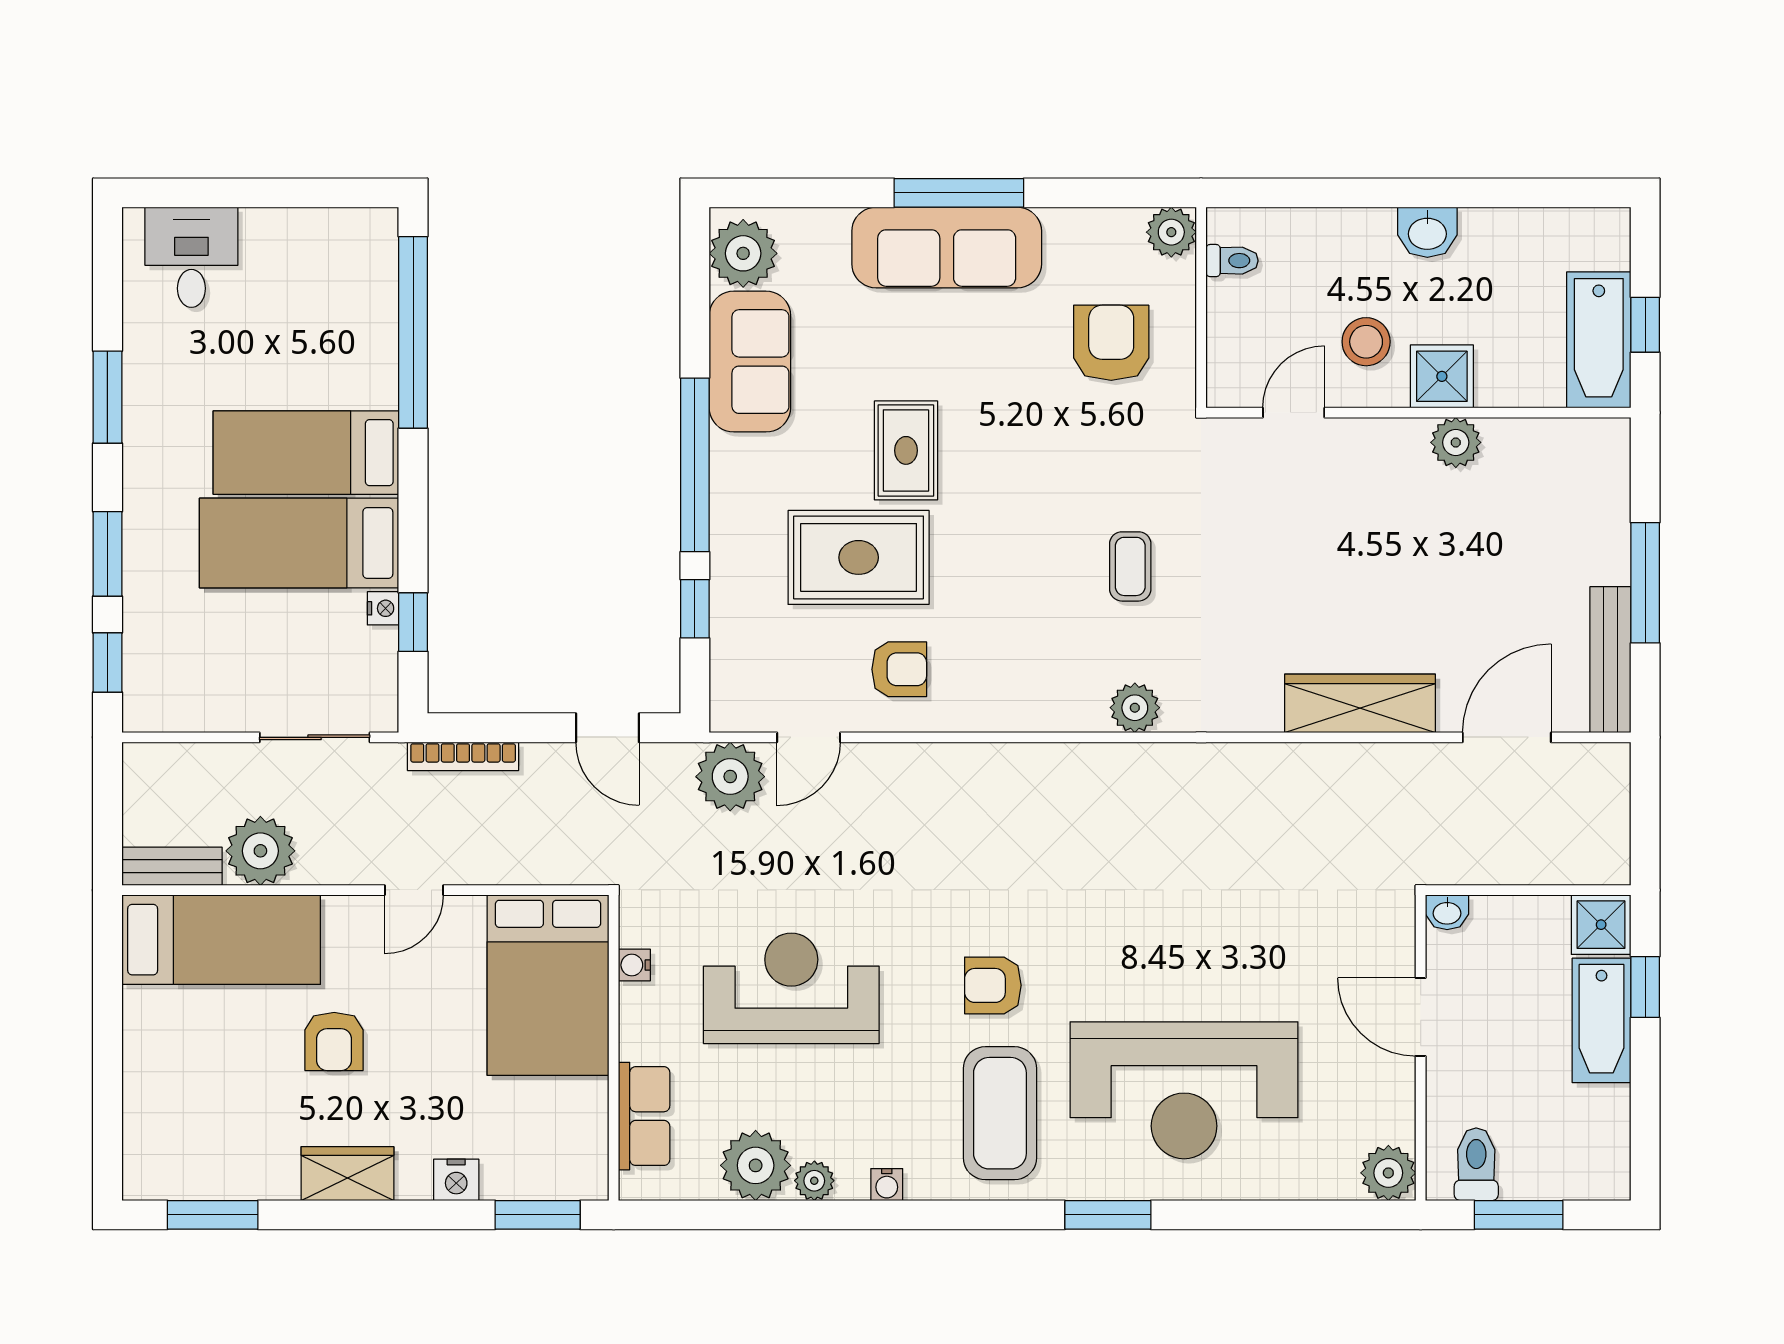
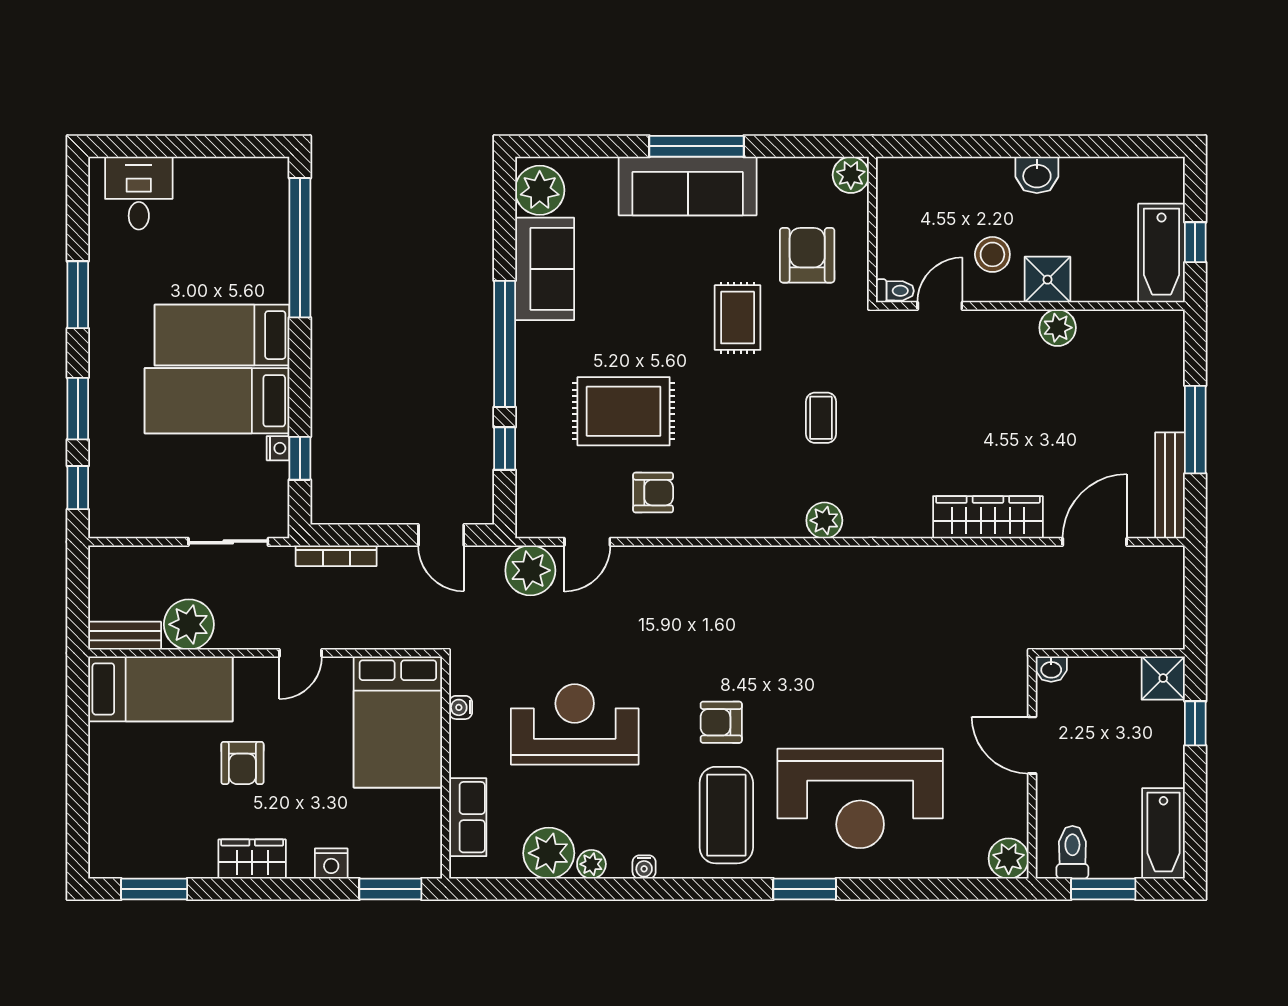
toilet: (1232, 261) -> (895, 291), moved
rug: (906, 450) -> (738, 318), moved
bathtub: (1601, 1020) -> (1163, 833), moved

